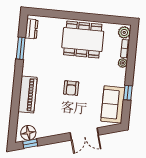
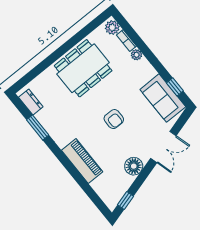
window: (128, 93) -> (175, 87), moved
floor lamp: (28, 133) -> (134, 166), moved

